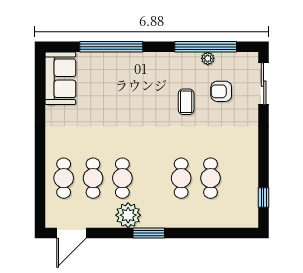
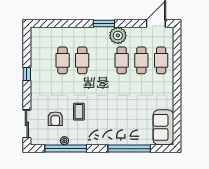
armchair: (221, 91) -> (55, 119), turned 90
window: (264, 197) -> (27, 74), moved

